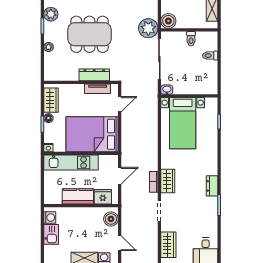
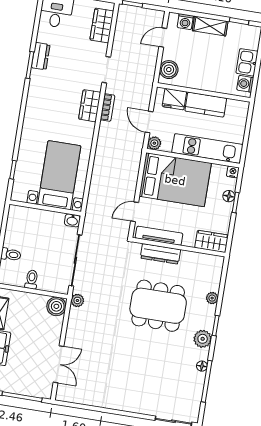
plant: (148, 28) -> (77, 300), width x0.53, depth x0.53
tv unit: (98, 89) -> (159, 236), width x1.41
wardrobe: (51, 100) -> (212, 241), moved, turned 90
floor lamp: (48, 118) -> (229, 196), moved
plant: (113, 160) -> (154, 143), added
door: (120, 176) -> (149, 122), hinge flipped
dresser: (212, 186) -> (41, 56), moved
door: (120, 243) -> (163, 37), hinge flipped

